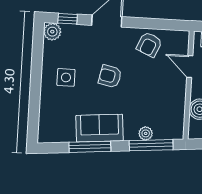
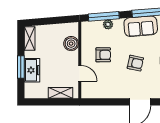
armchair: (149, 44) -> (103, 55), moved, turned 66

